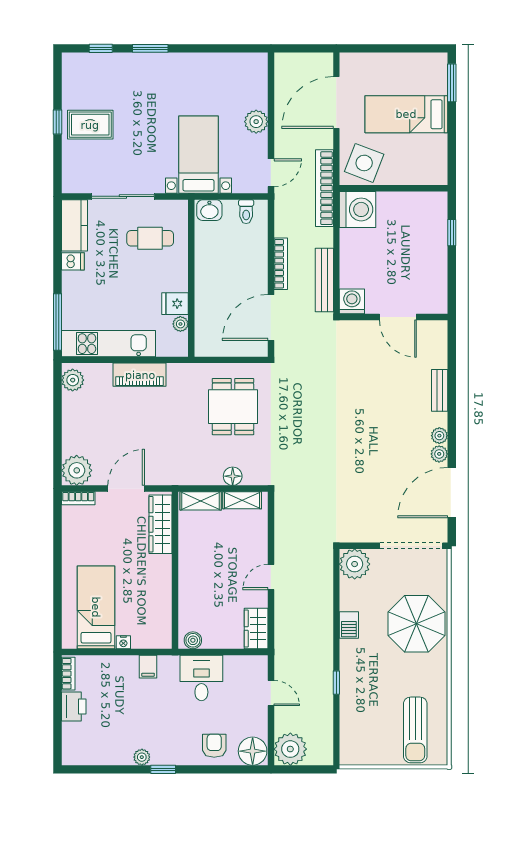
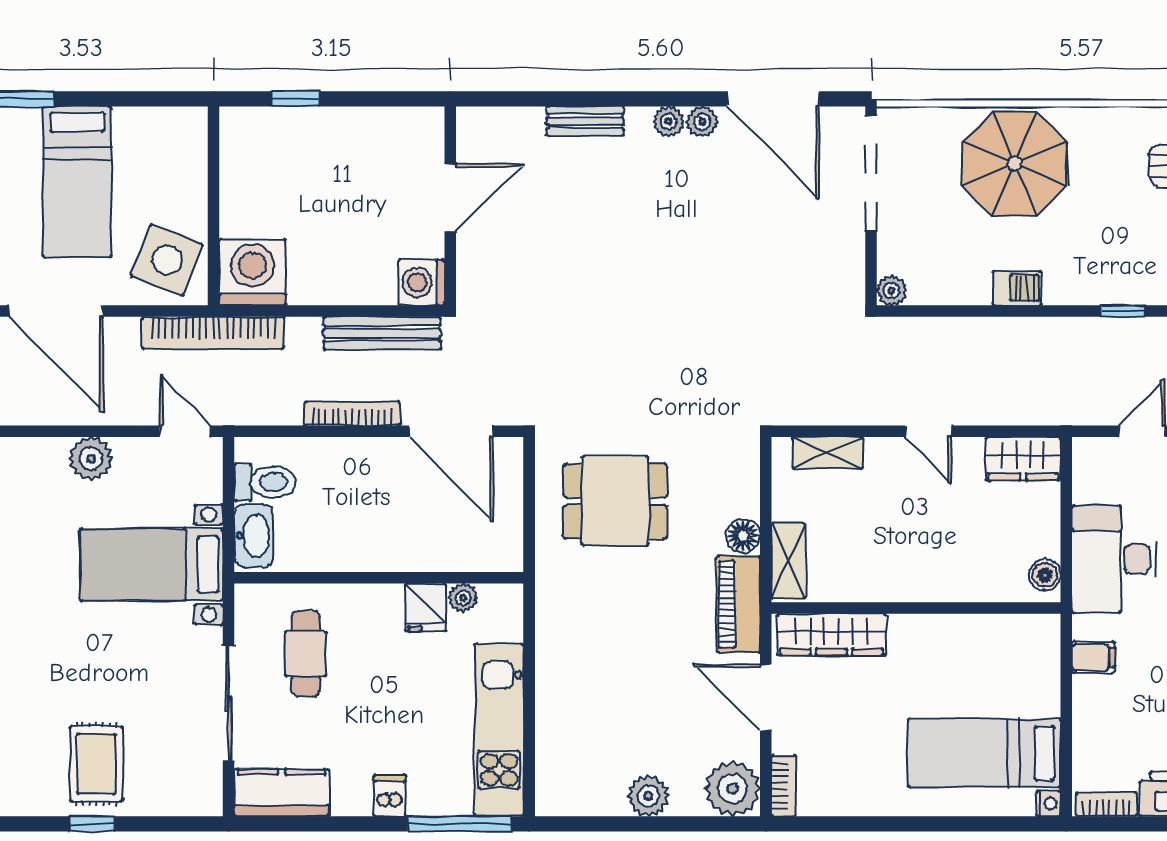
washbasin: (209, 210) -> (254, 536), width x1.38
toilet: (246, 212) -> (265, 482), width x1.37, depth x1.39
dishwasher: (73, 261) -> (390, 796), moved
piano: (140, 375) -> (739, 604), moved, turned 180
plant: (73, 380) -> (648, 796), moved
floor lamp: (233, 476) -> (743, 536), moved
shelving: (242, 500) -> (828, 453), moved, turned 90
plant: (355, 564) -> (892, 291), width x0.53, depth x0.53
nightstand: (123, 642) -> (1048, 803), moved
desk: (201, 678) -> (1114, 559), width x1.37

